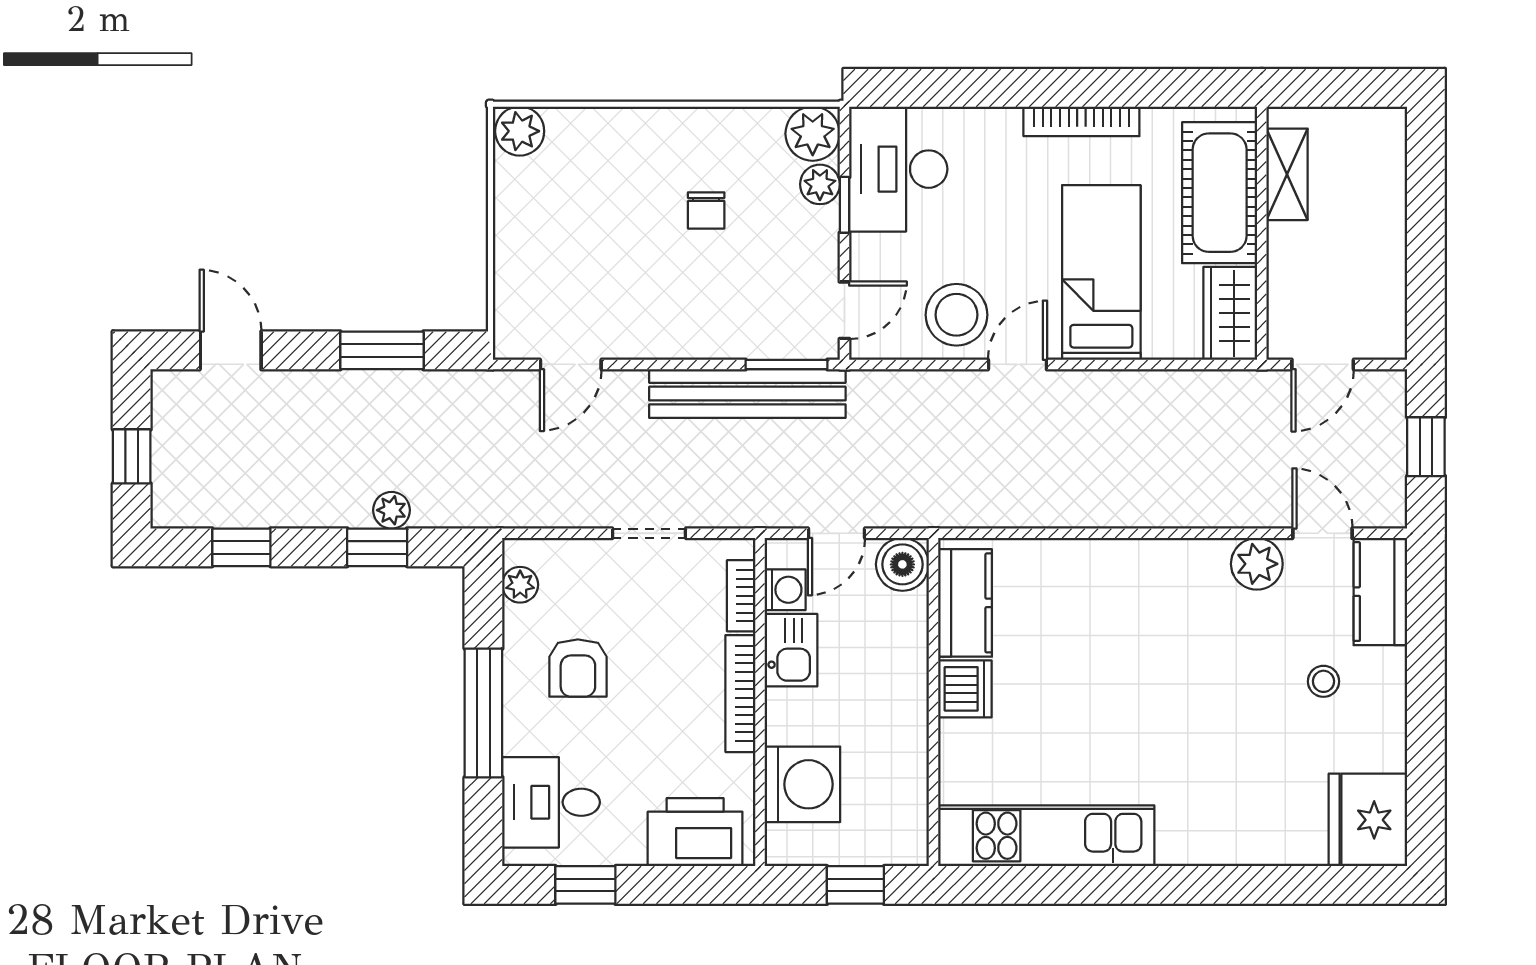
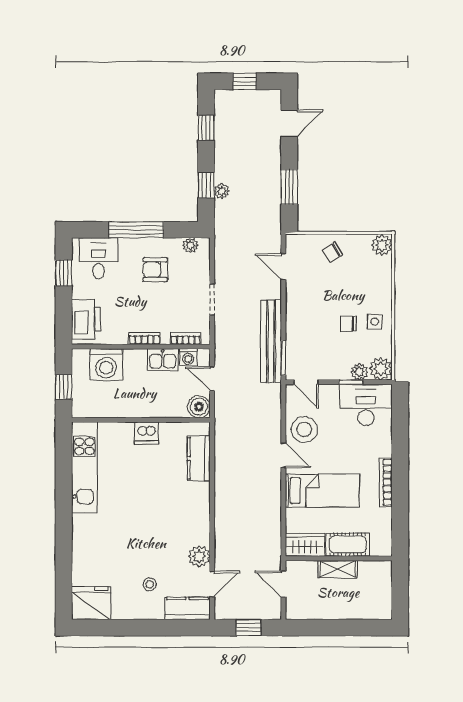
side table: (701, 148) -> (375, 322), added
shelving: (1287, 174) -> (338, 569), moved
cot: (1220, 193) -> (348, 545), width x0.73, depth x0.75
chair: (537, 248) -> (332, 252), added
kitchen counter: (965, 603) -> (199, 458), moved, turned 90
bookcase: (740, 694) -> (144, 338), width x0.64

